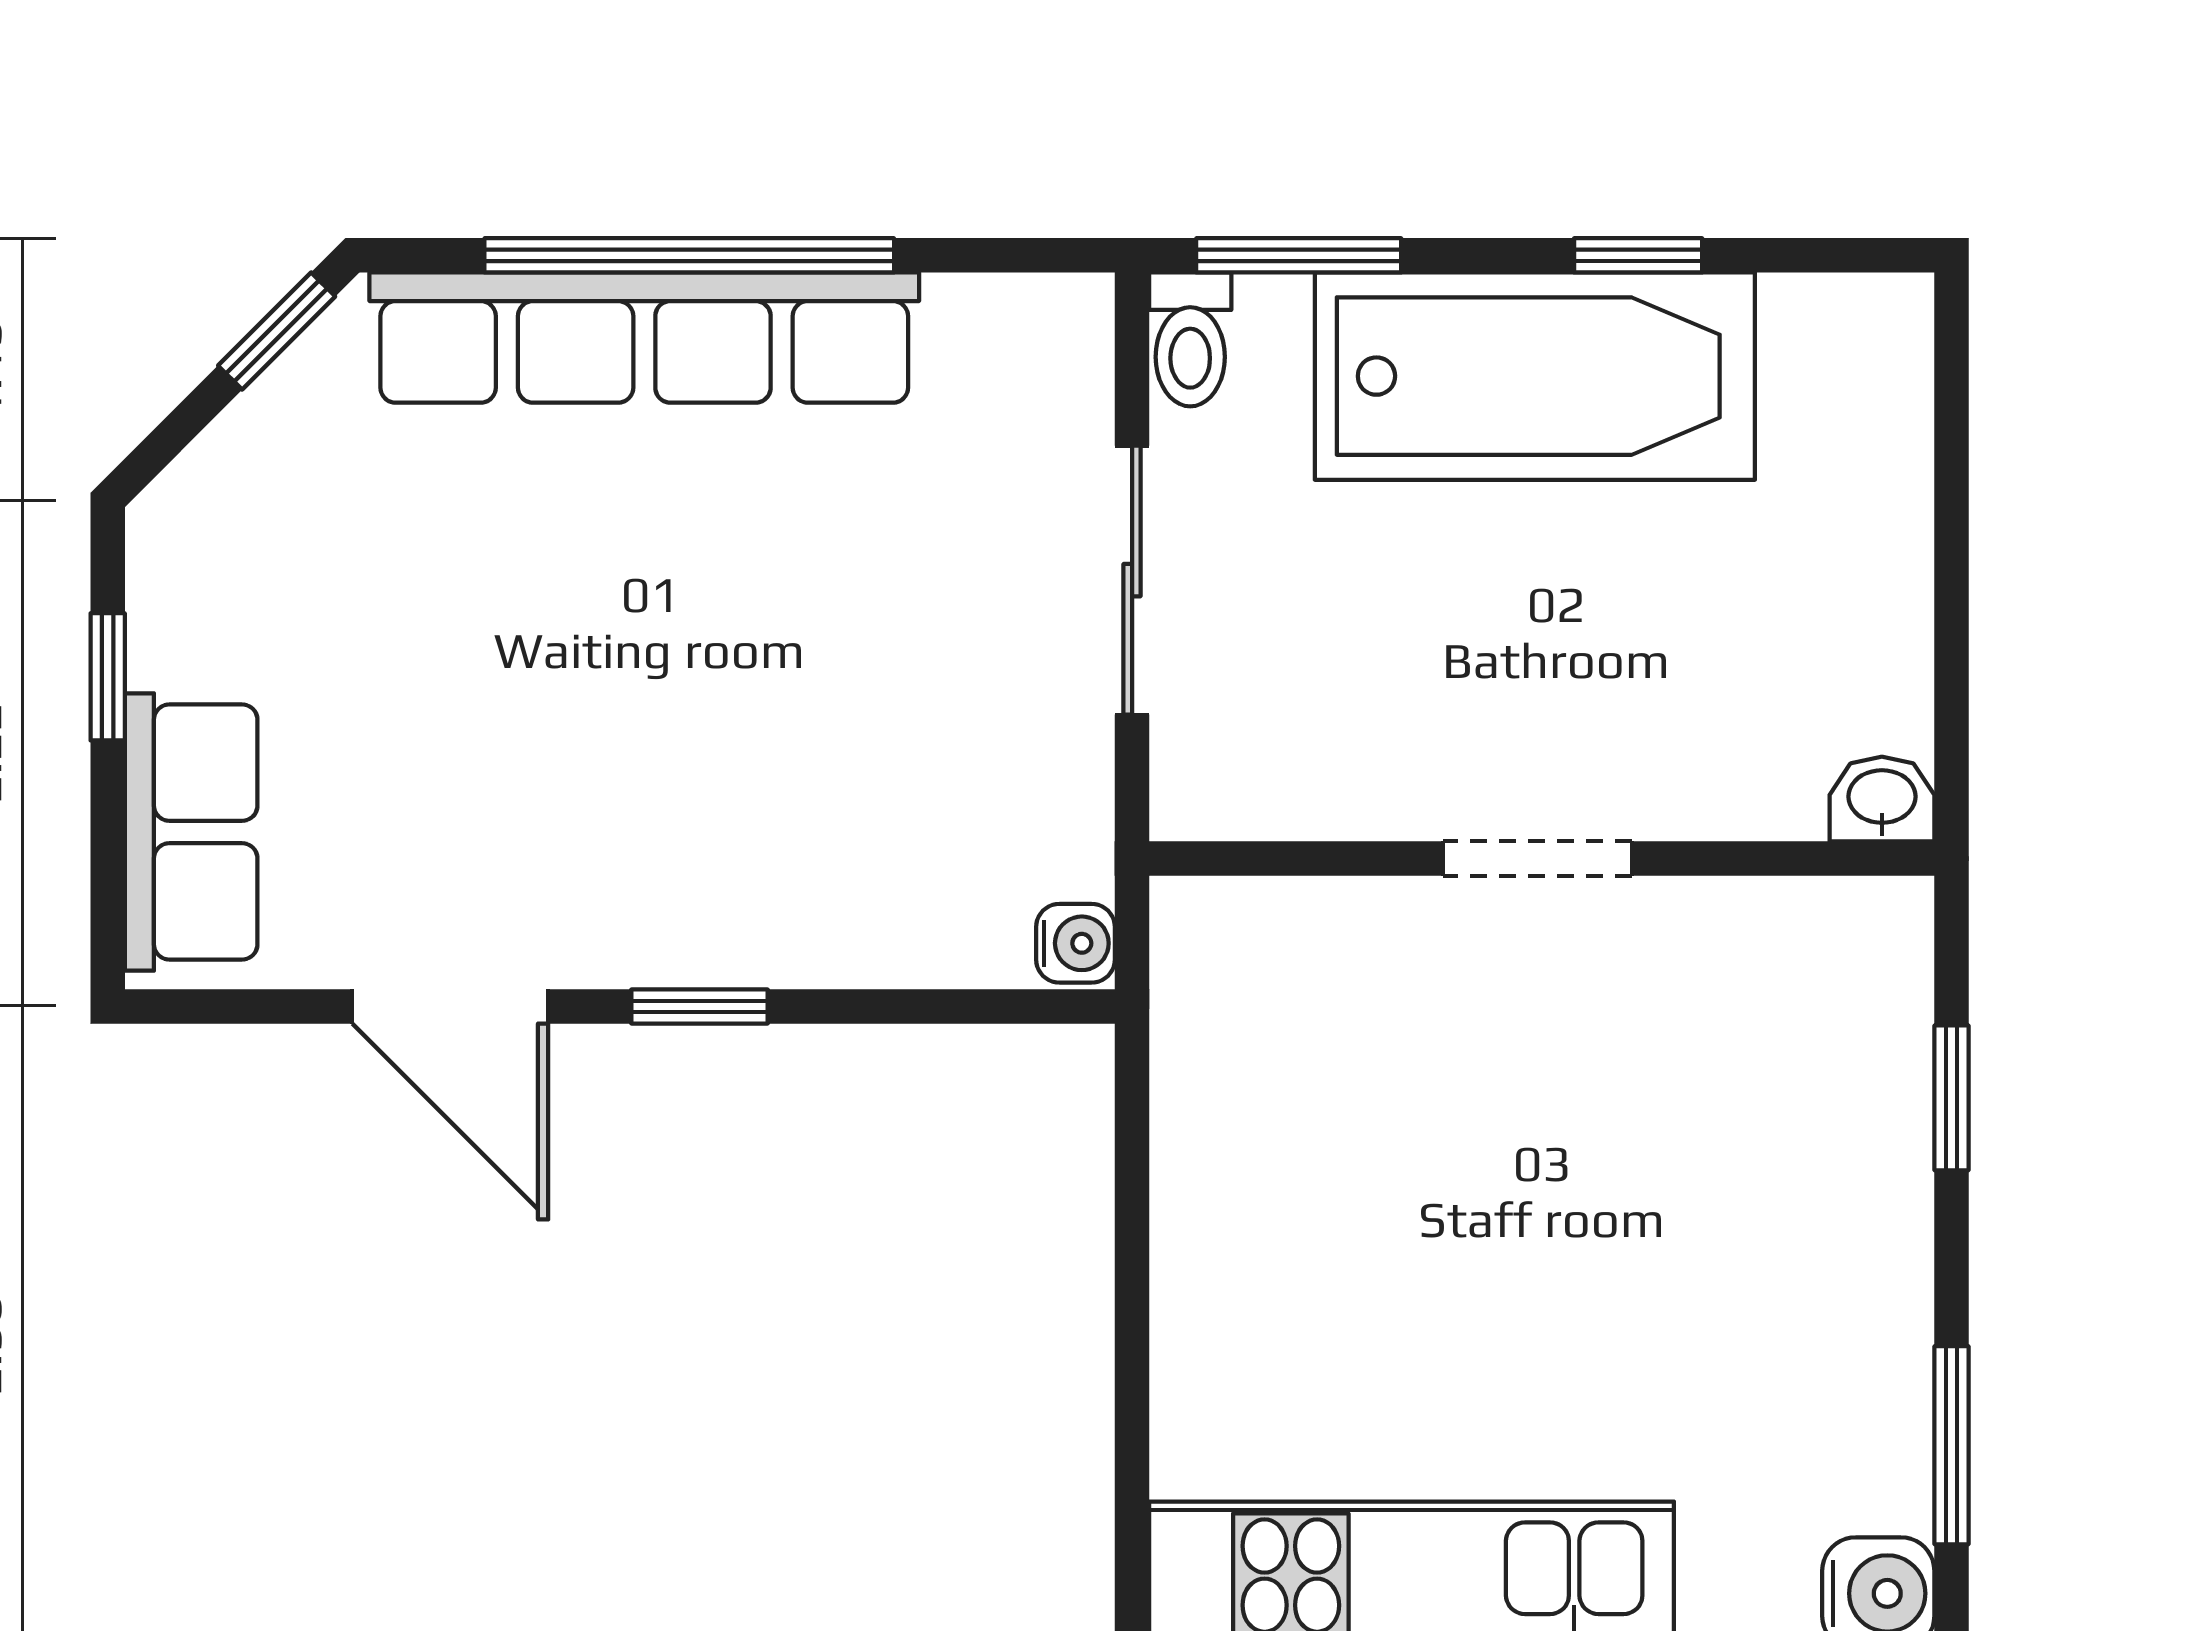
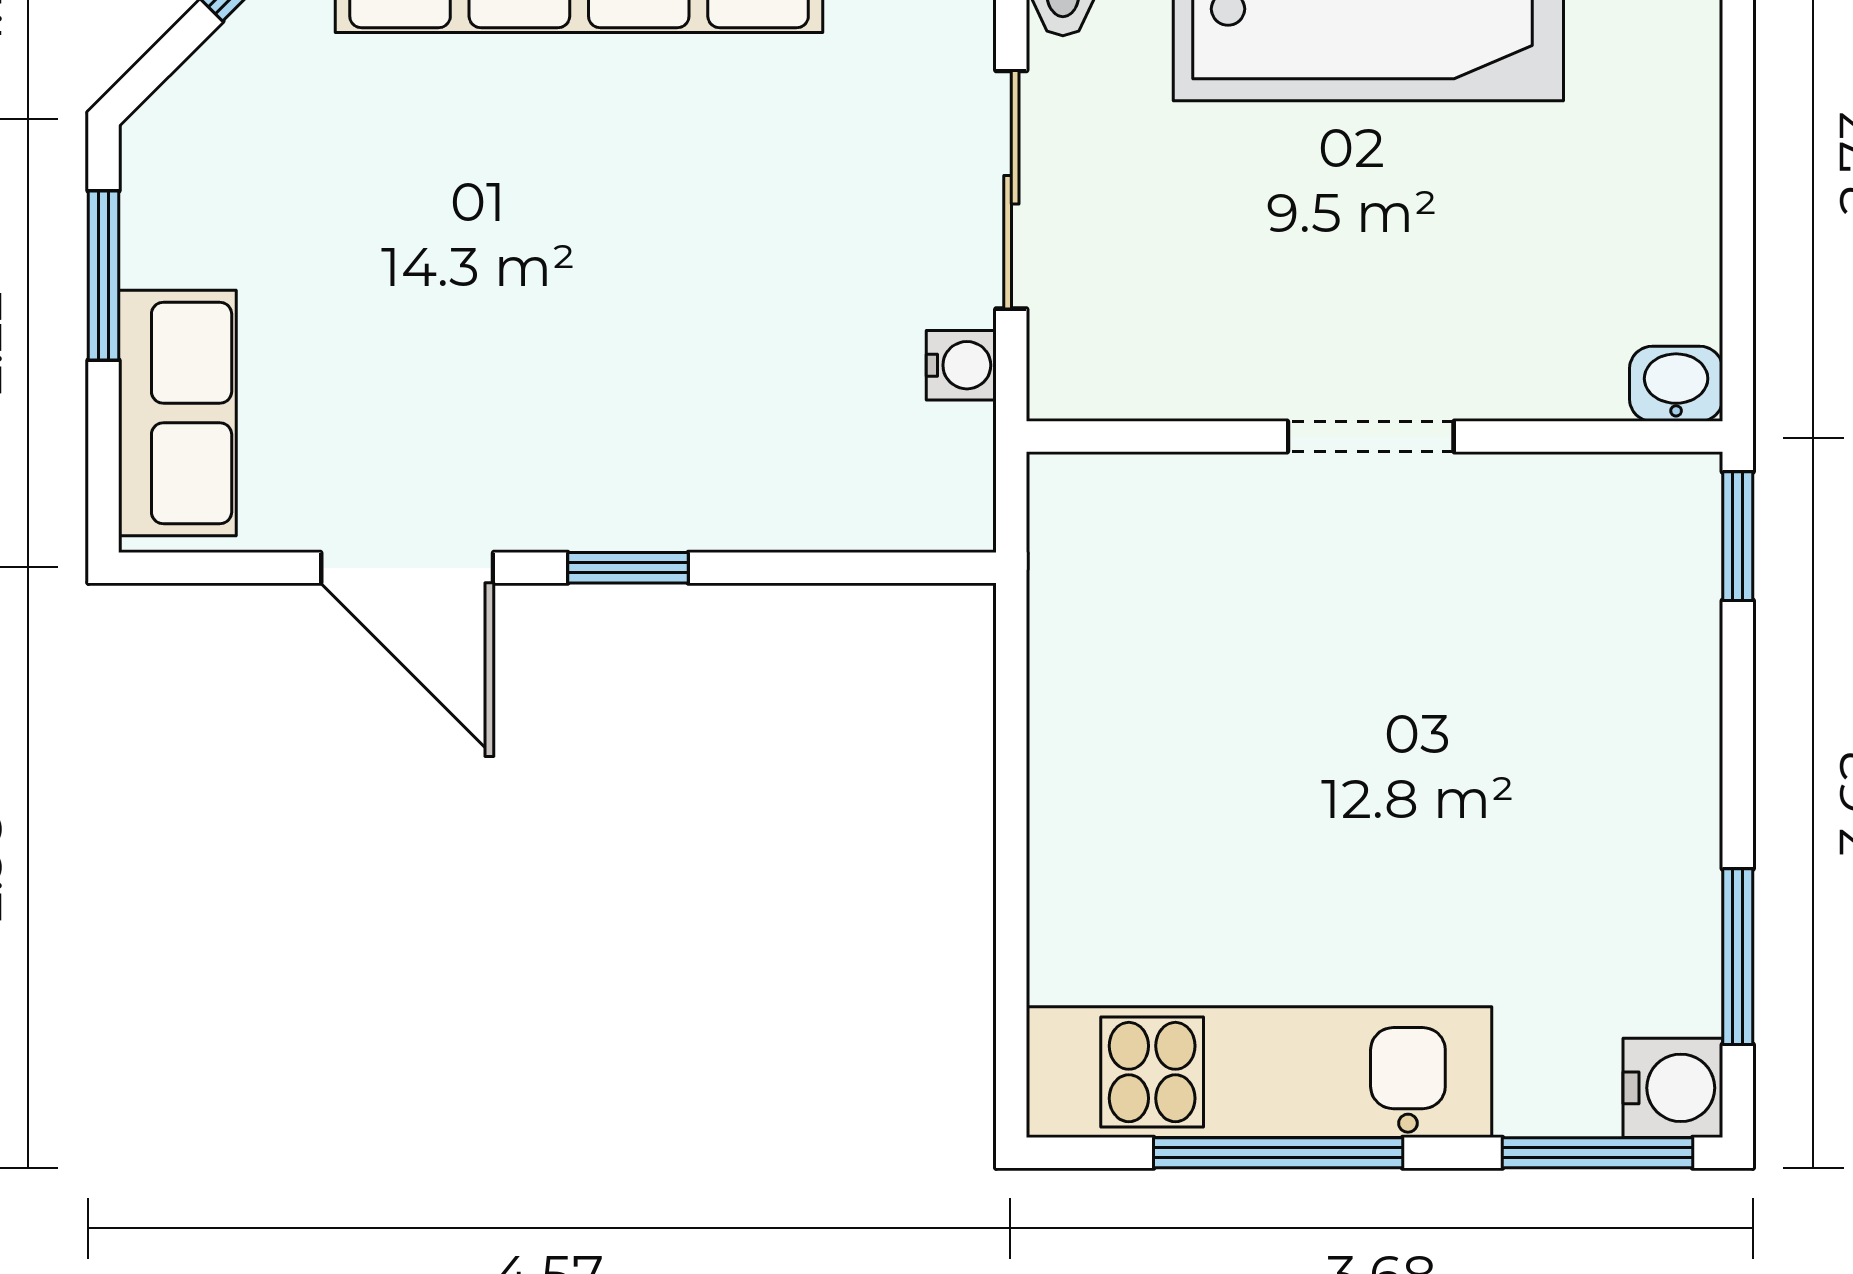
window: (108, 677) -> (103, 275), width x1.50
water cooler: (1075, 943) -> (961, 365), moved
window: (1951, 1098) -> (1738, 536), moved

